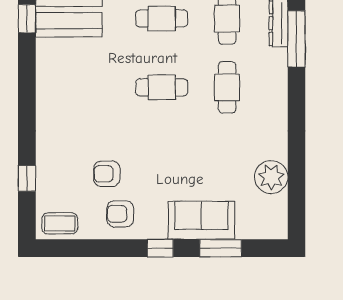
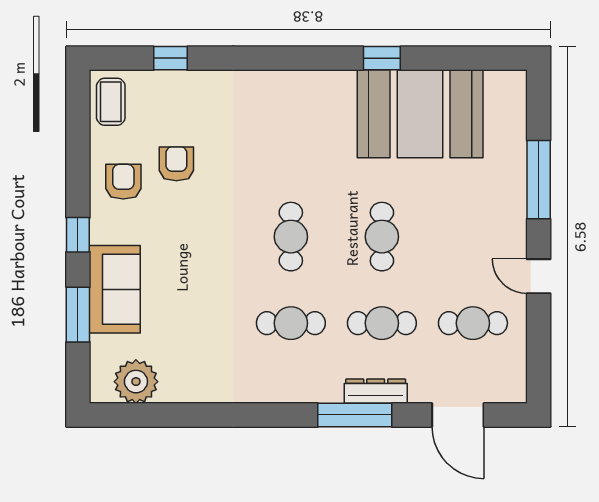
plant: (271, 177) -> (136, 382), moved

